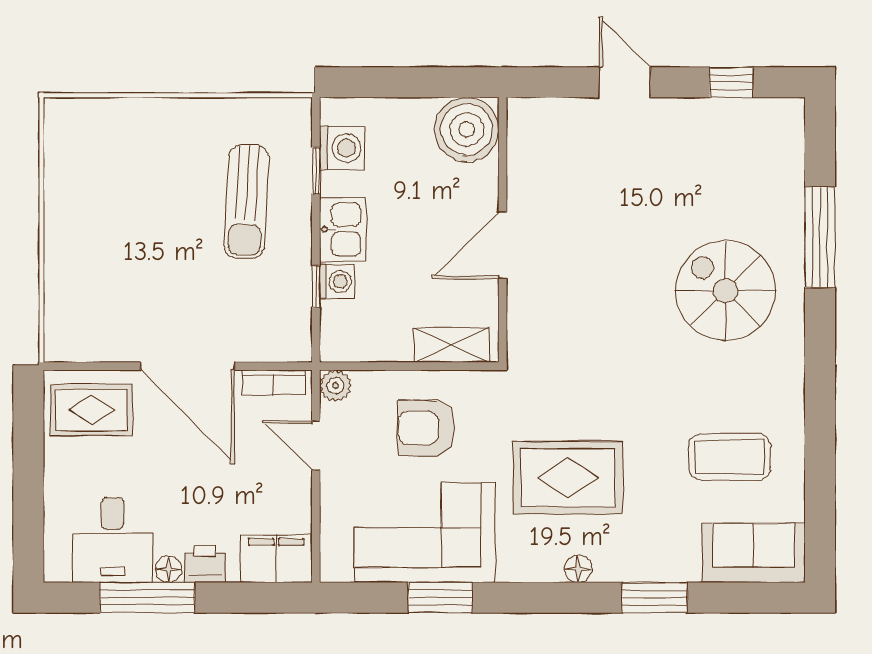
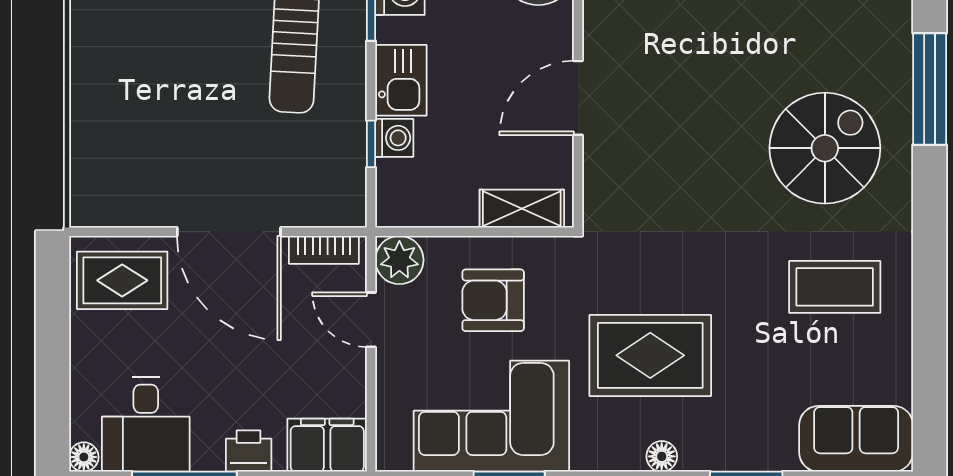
spiral stairs: (725, 291) -> (825, 148), turned 90
plant: (335, 386) -> (399, 260), width x1.38, depth x1.38
coffee table: (730, 457) -> (835, 287), moved
floor lamp: (168, 569) -> (84, 457), moved

